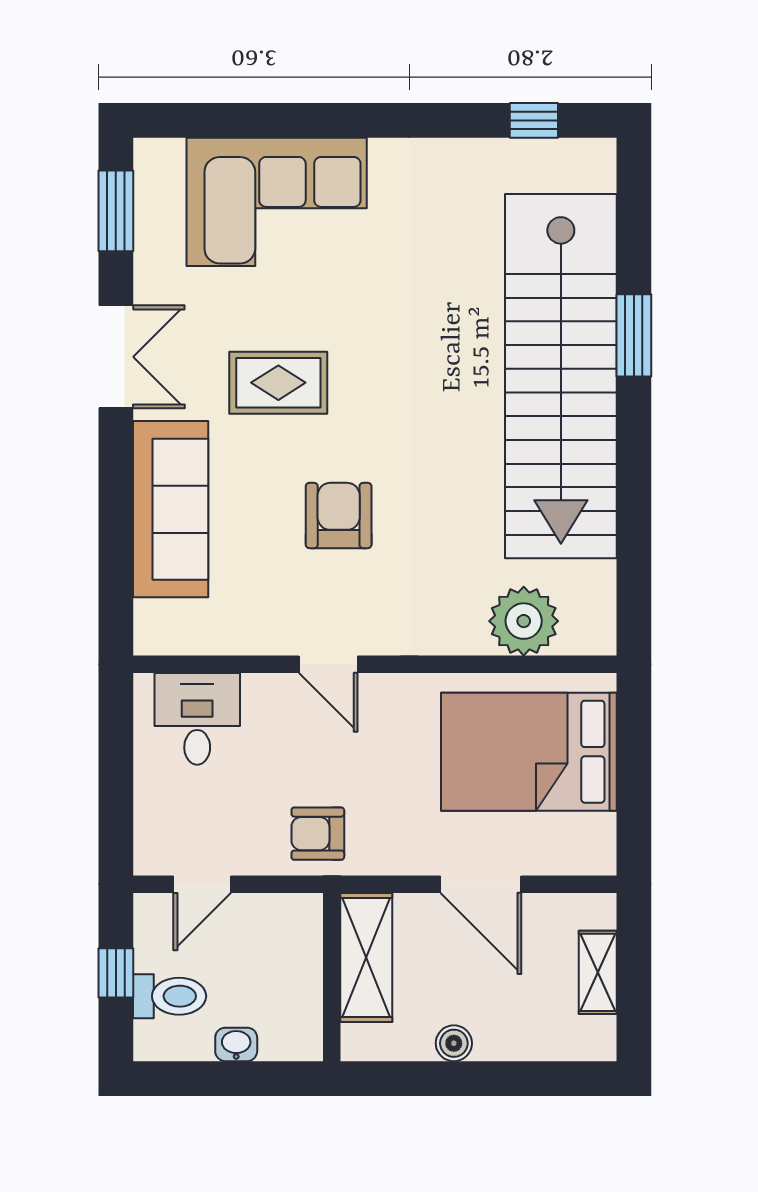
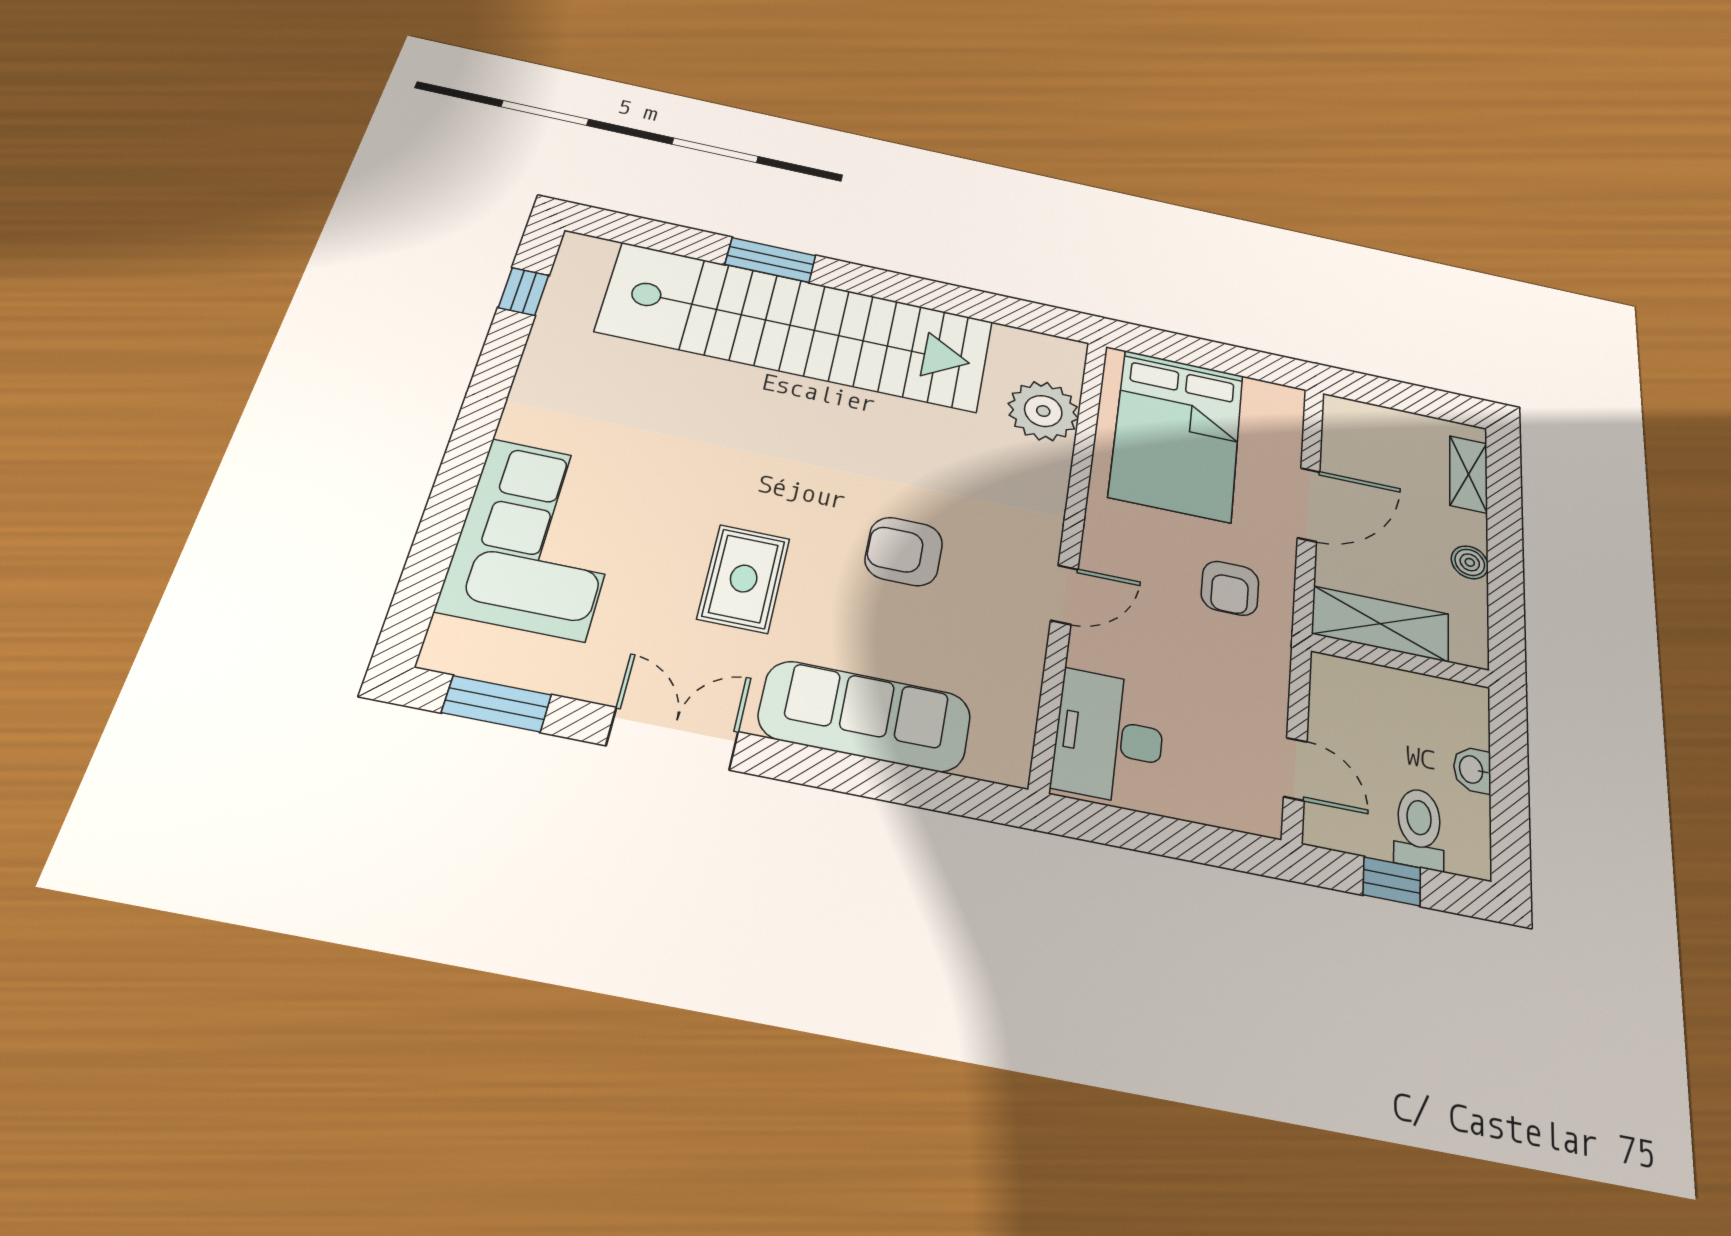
desk: (197, 719) -> (1109, 737), width x1.37
armchair: (318, 834) -> (1230, 588), moved
shelving: (598, 972) -> (1468, 474), moved, turned 90

